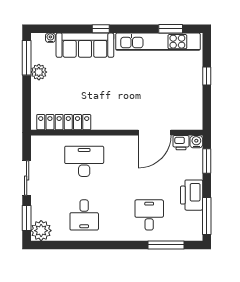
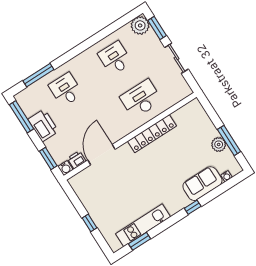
kitchen unit: (158, 42) -> (143, 225), width x0.73
sofa: (85, 45) -> (202, 184), width x0.73
window: (27, 58) -> (229, 140), moved
locker: (64, 122) -> (152, 134), moved
desk: (84, 161) -> (141, 99), turned 180
desk: (149, 215) -> (66, 90), turned 180

